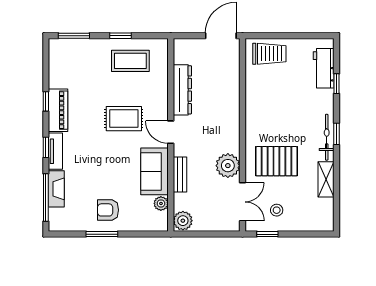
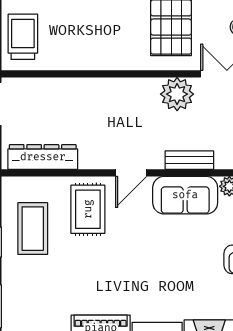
dresser: (182, 90) -> (43, 157), moved
rug: (124, 119) -> (88, 209), moved

